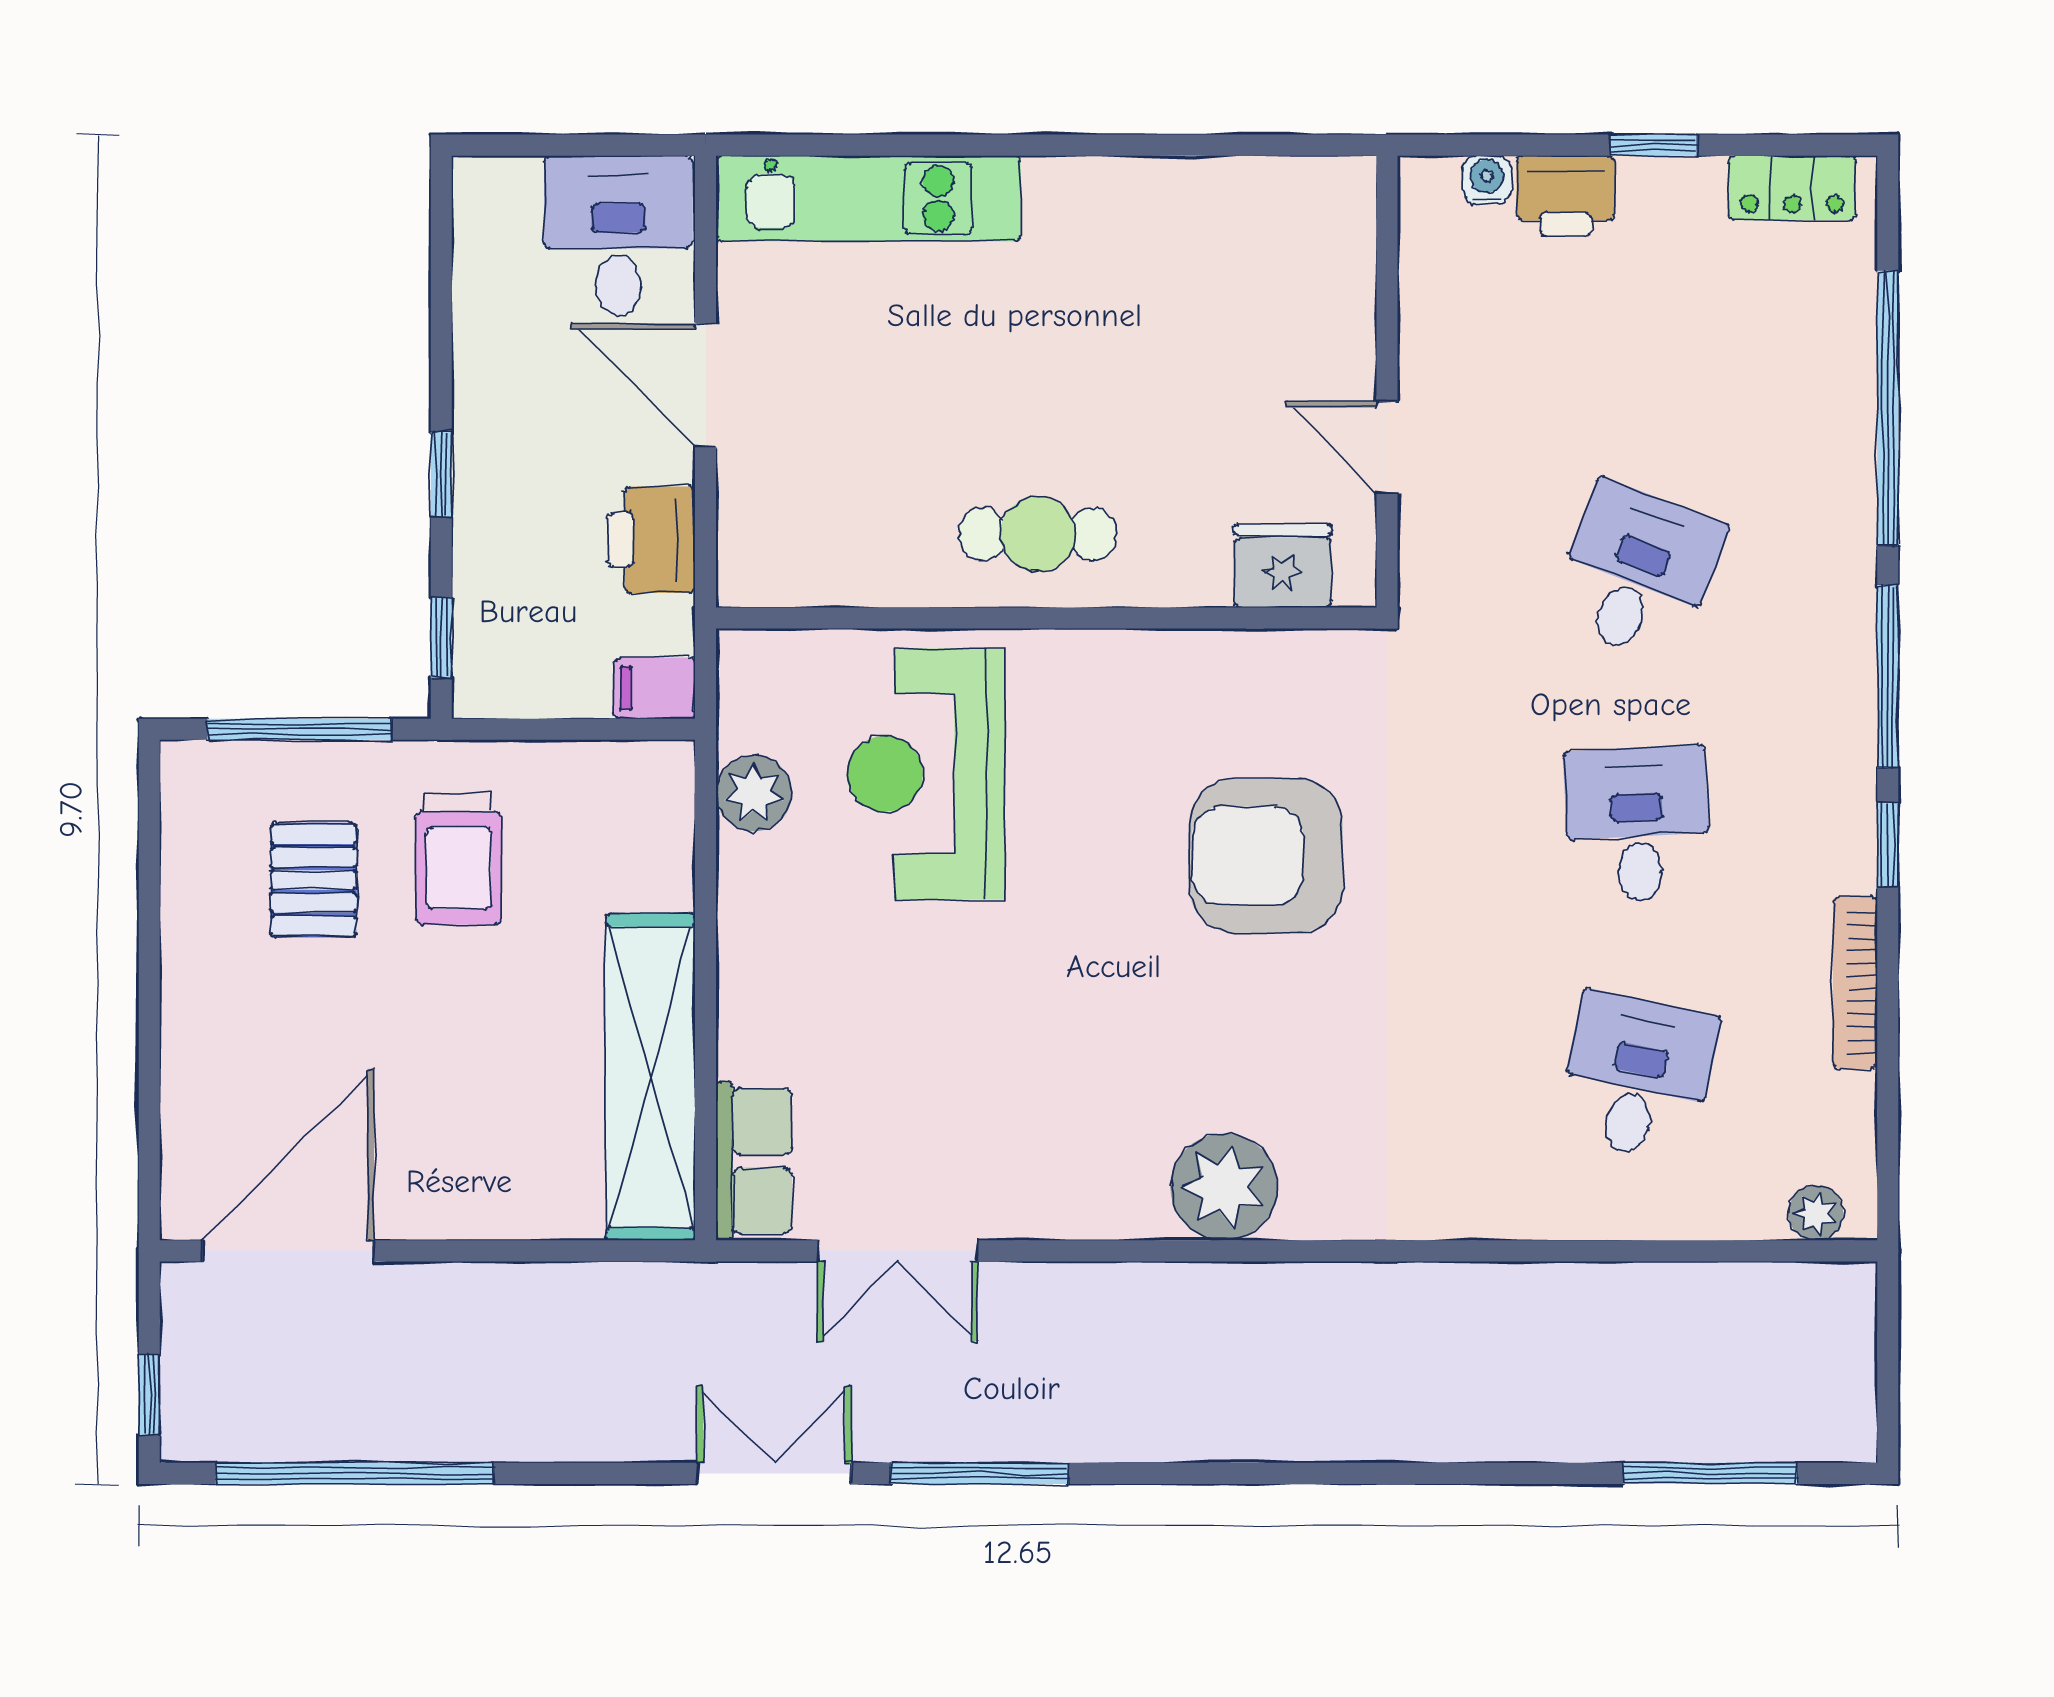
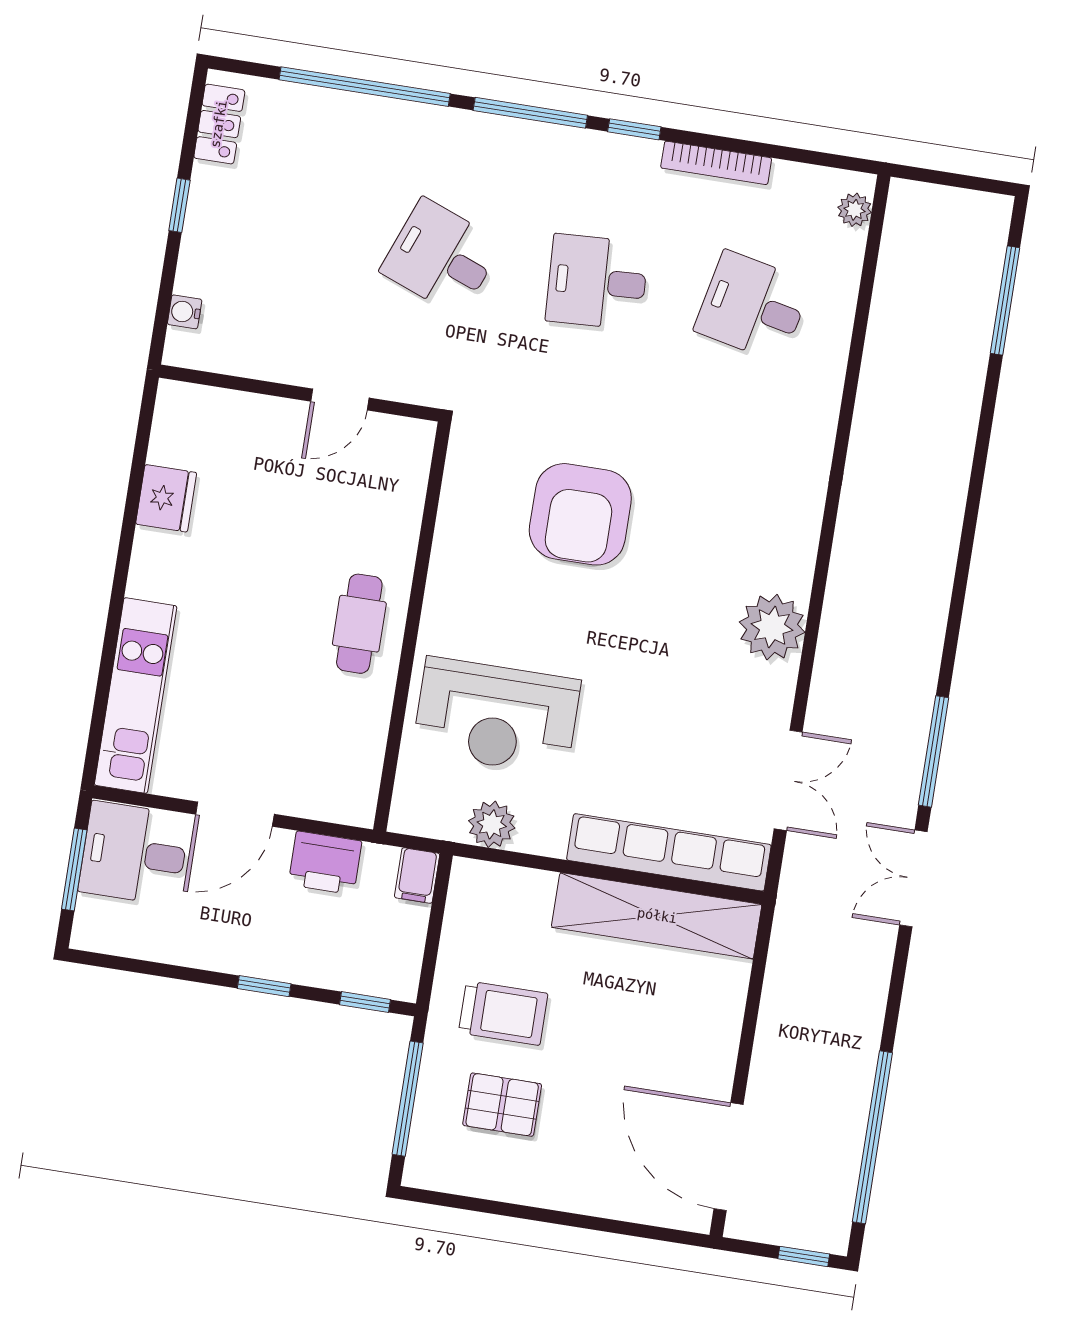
window: (578, 145) -> (74, 869), added
printer: (1566, 196) -> (202, 265), removed
fridge: (1283, 566) -> (166, 498), moved, turned 180
row of seats: (754, 1161) -> (669, 852), width x2.02
plant: (1224, 1187) -> (772, 627), moved

